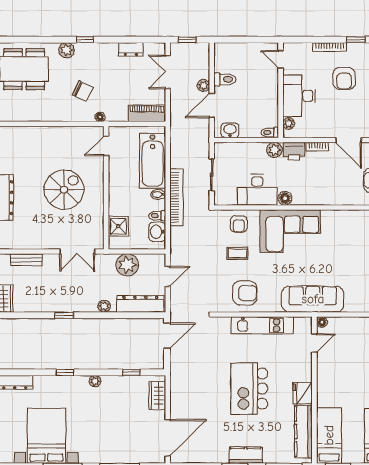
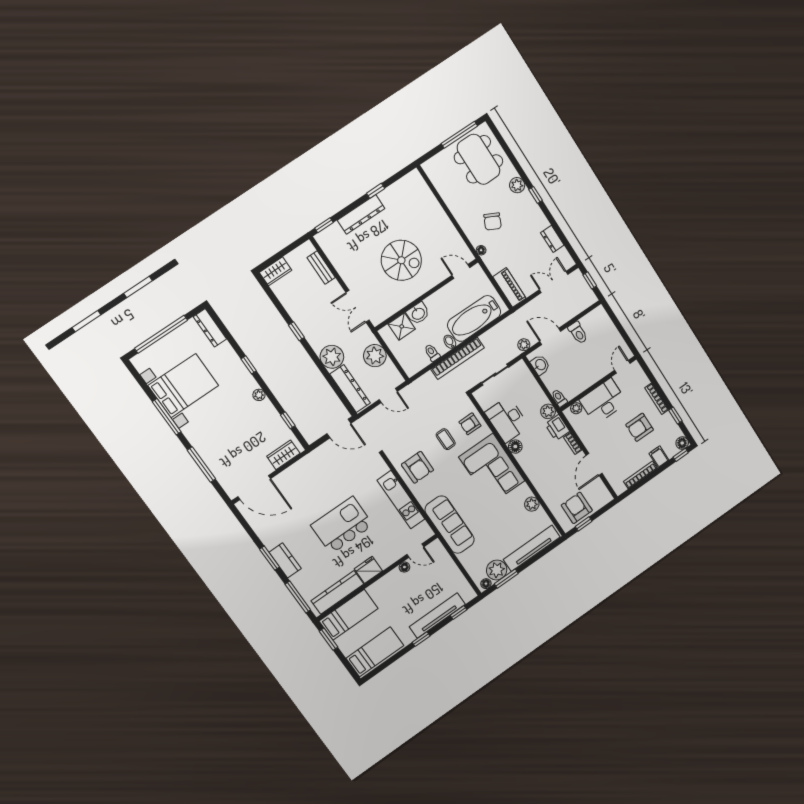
plant: (203, 85) -> (524, 345), moved
plant: (345, 217) -> (532, 504), added
washbasin: (157, 232) -> (418, 313), moved, turned 180
plant: (104, 306) -> (332, 357), width x1.88, depth x1.88
floor lamp: (322, 322) -> (404, 567), moved

